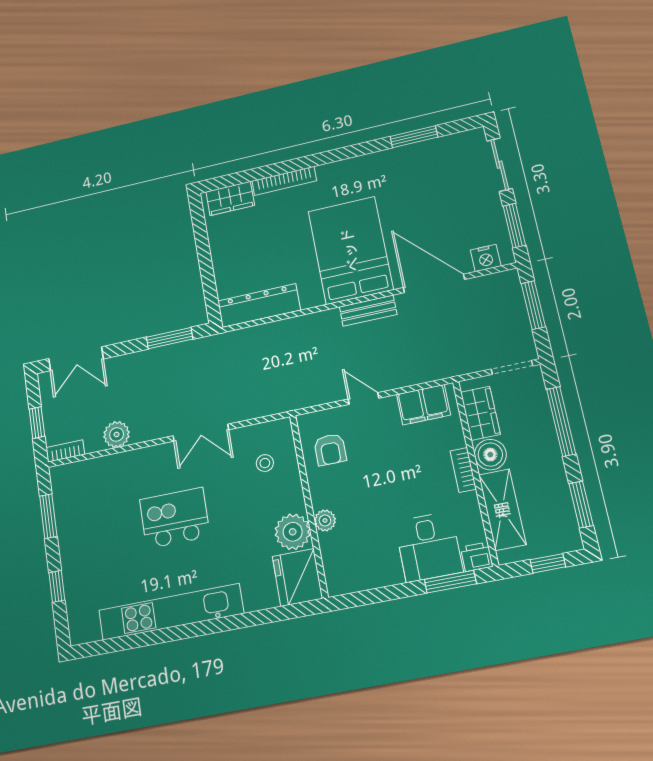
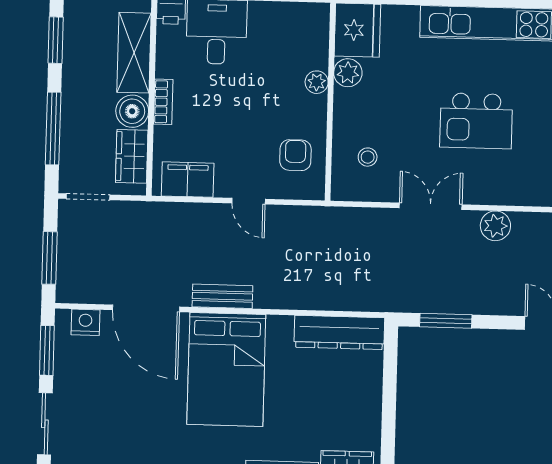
plant: (117, 434) -> (495, 226), moved
plant: (293, 532) -> (348, 73), width x0.73, depth x0.73

